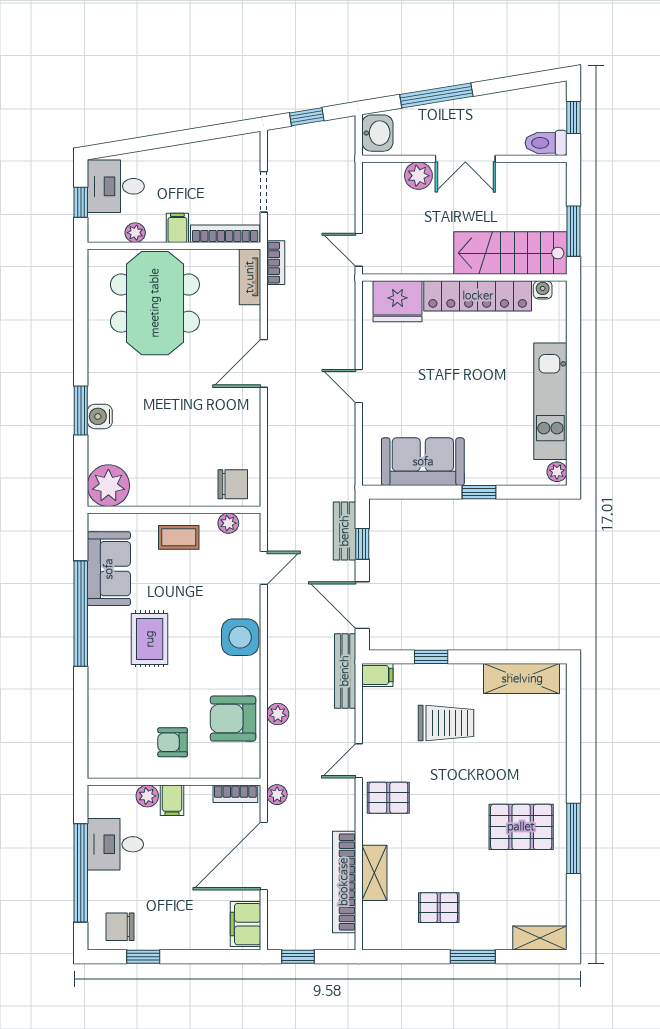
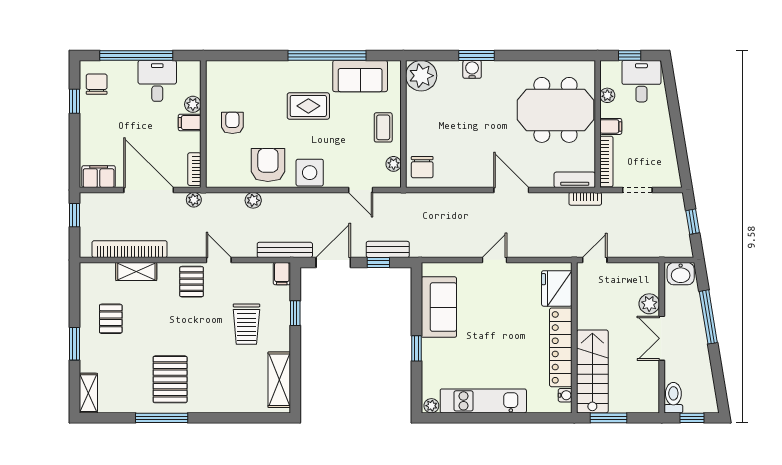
armchair: (233, 719) -> (268, 165), moved

